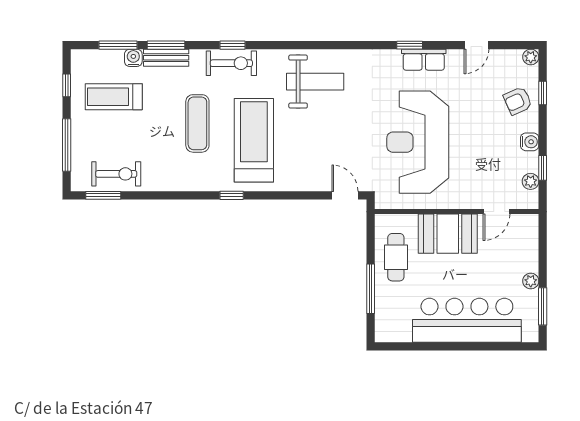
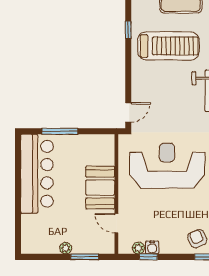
water cooler: (530, 142) -> (152, 247), moved
cafe table: (396, 257) -> (83, 150), removed
window: (543, 306) -> (85, 257), moved
bar counter: (467, 320) -> (37, 174), moved

